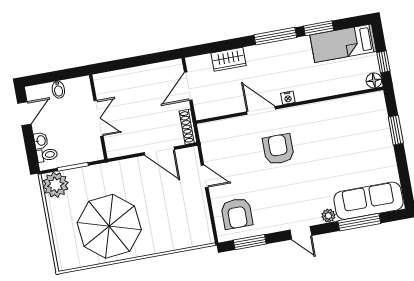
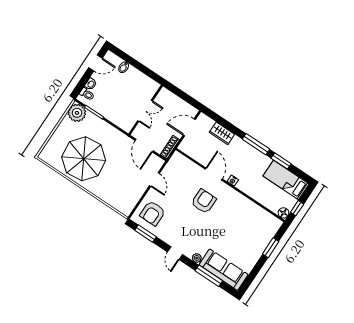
wall: (98, 117) -> (146, 110), moved
double door: (99, 118) -> (145, 111), moved

